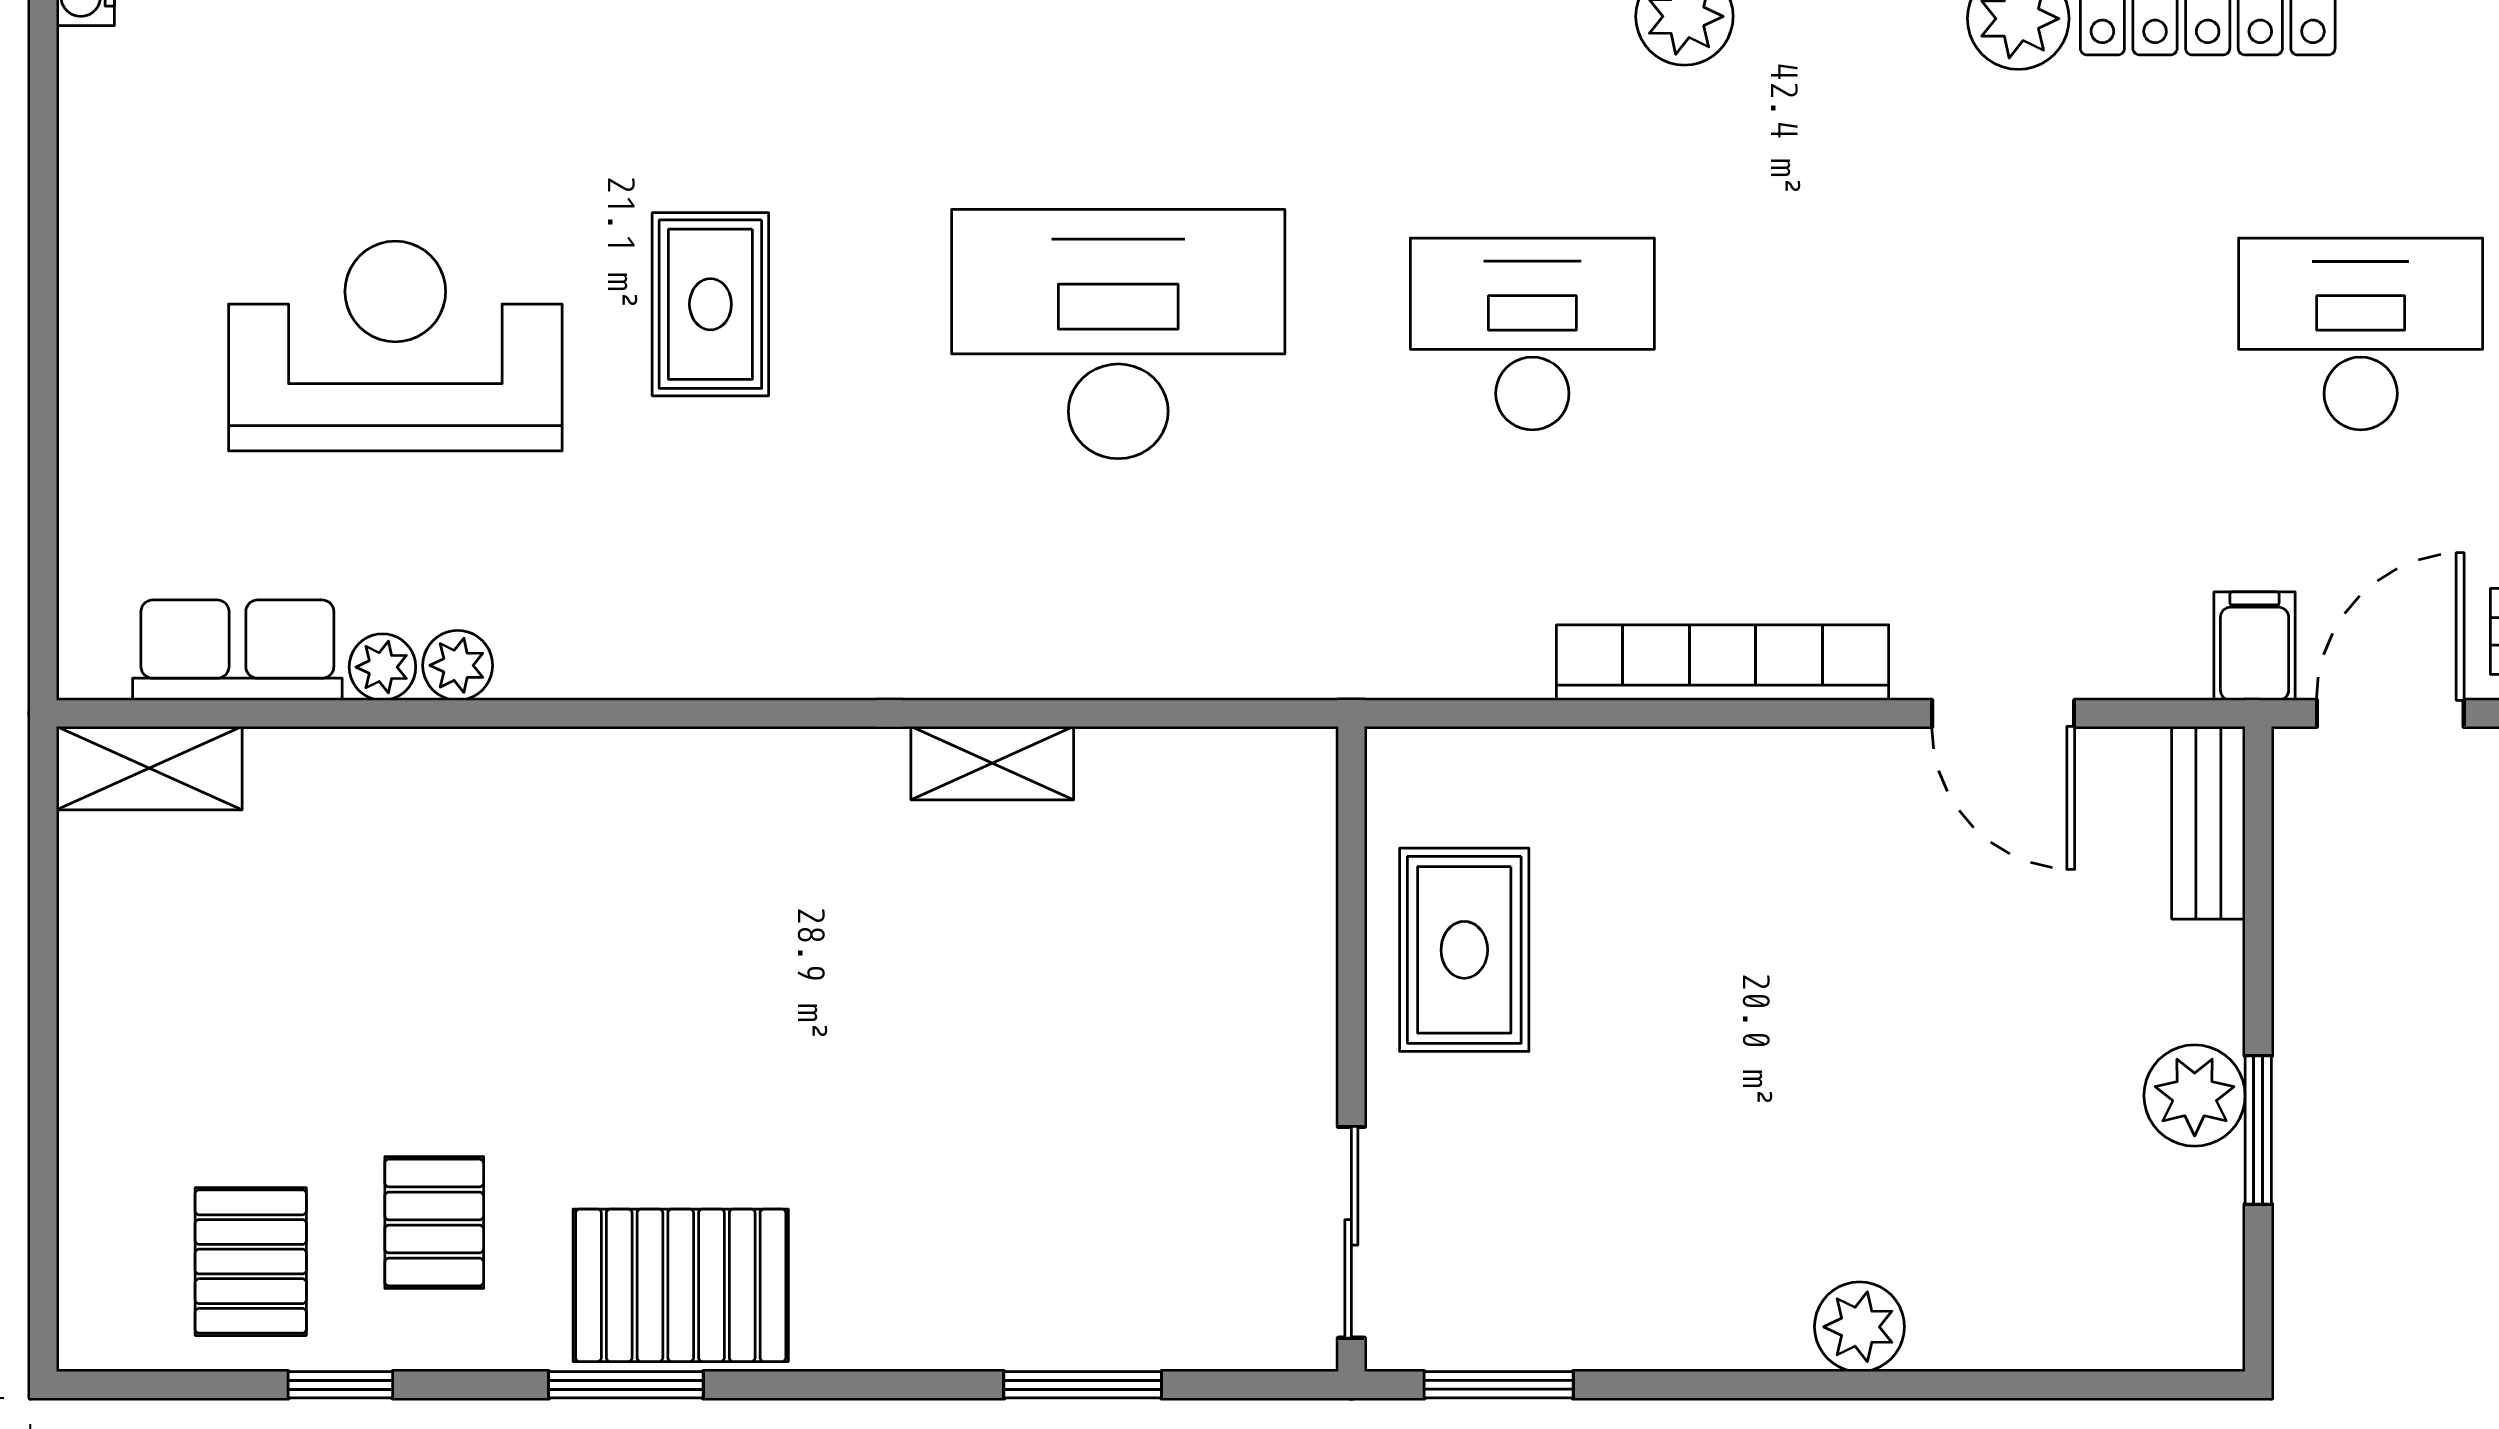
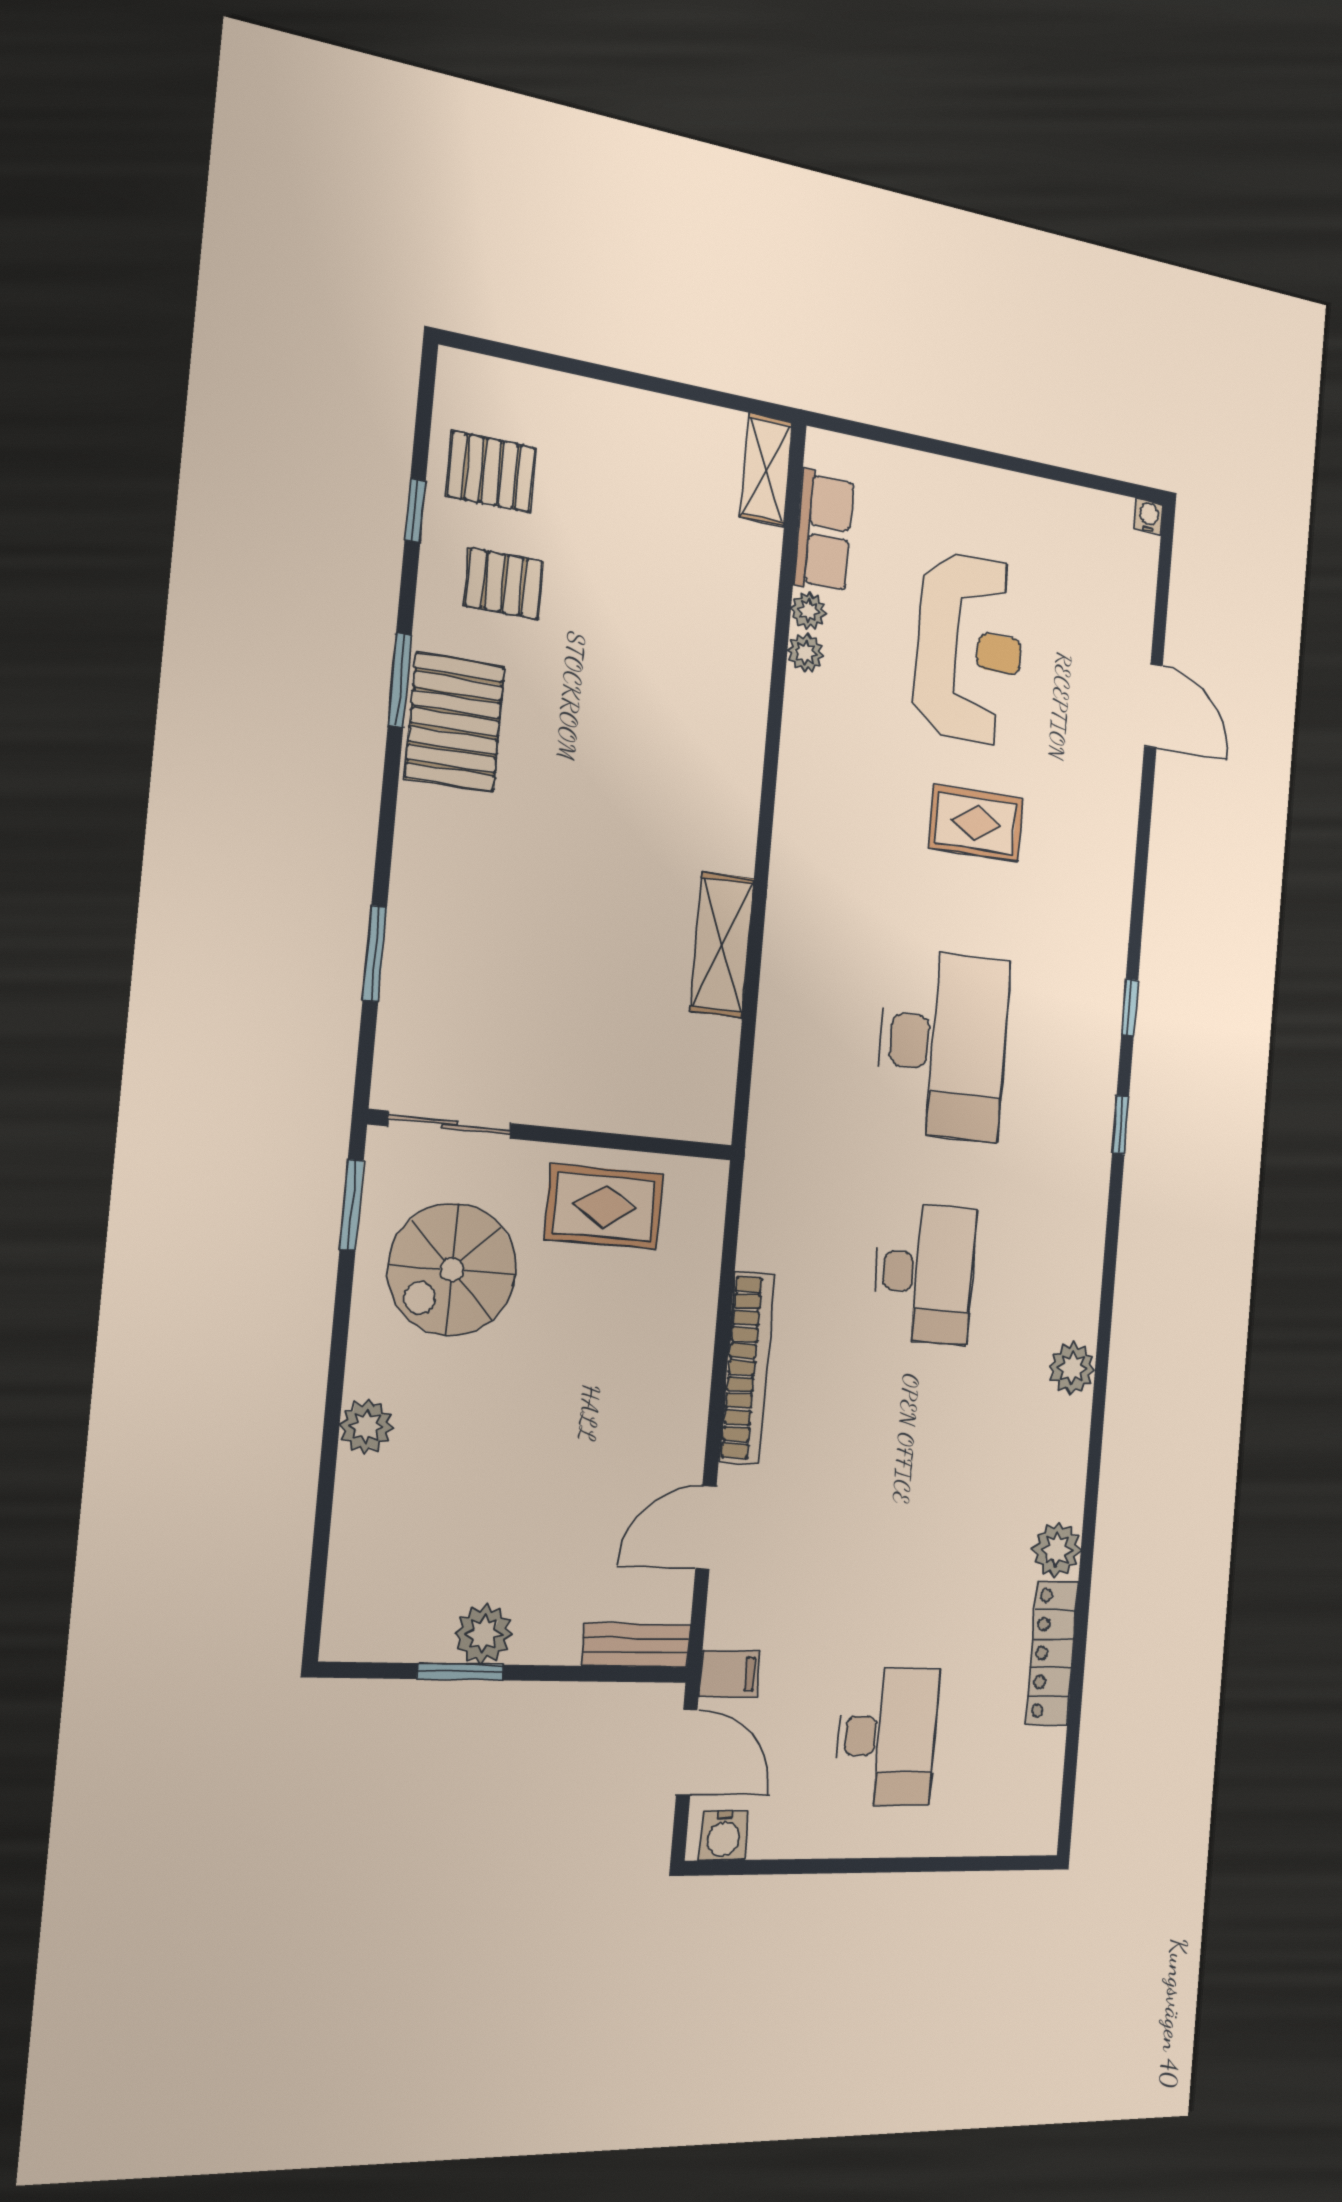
shelving: (992, 763) -> (722, 945), width x1.50, depth x1.33
spiral stairs: (1592, 1206) -> (452, 1270), added

